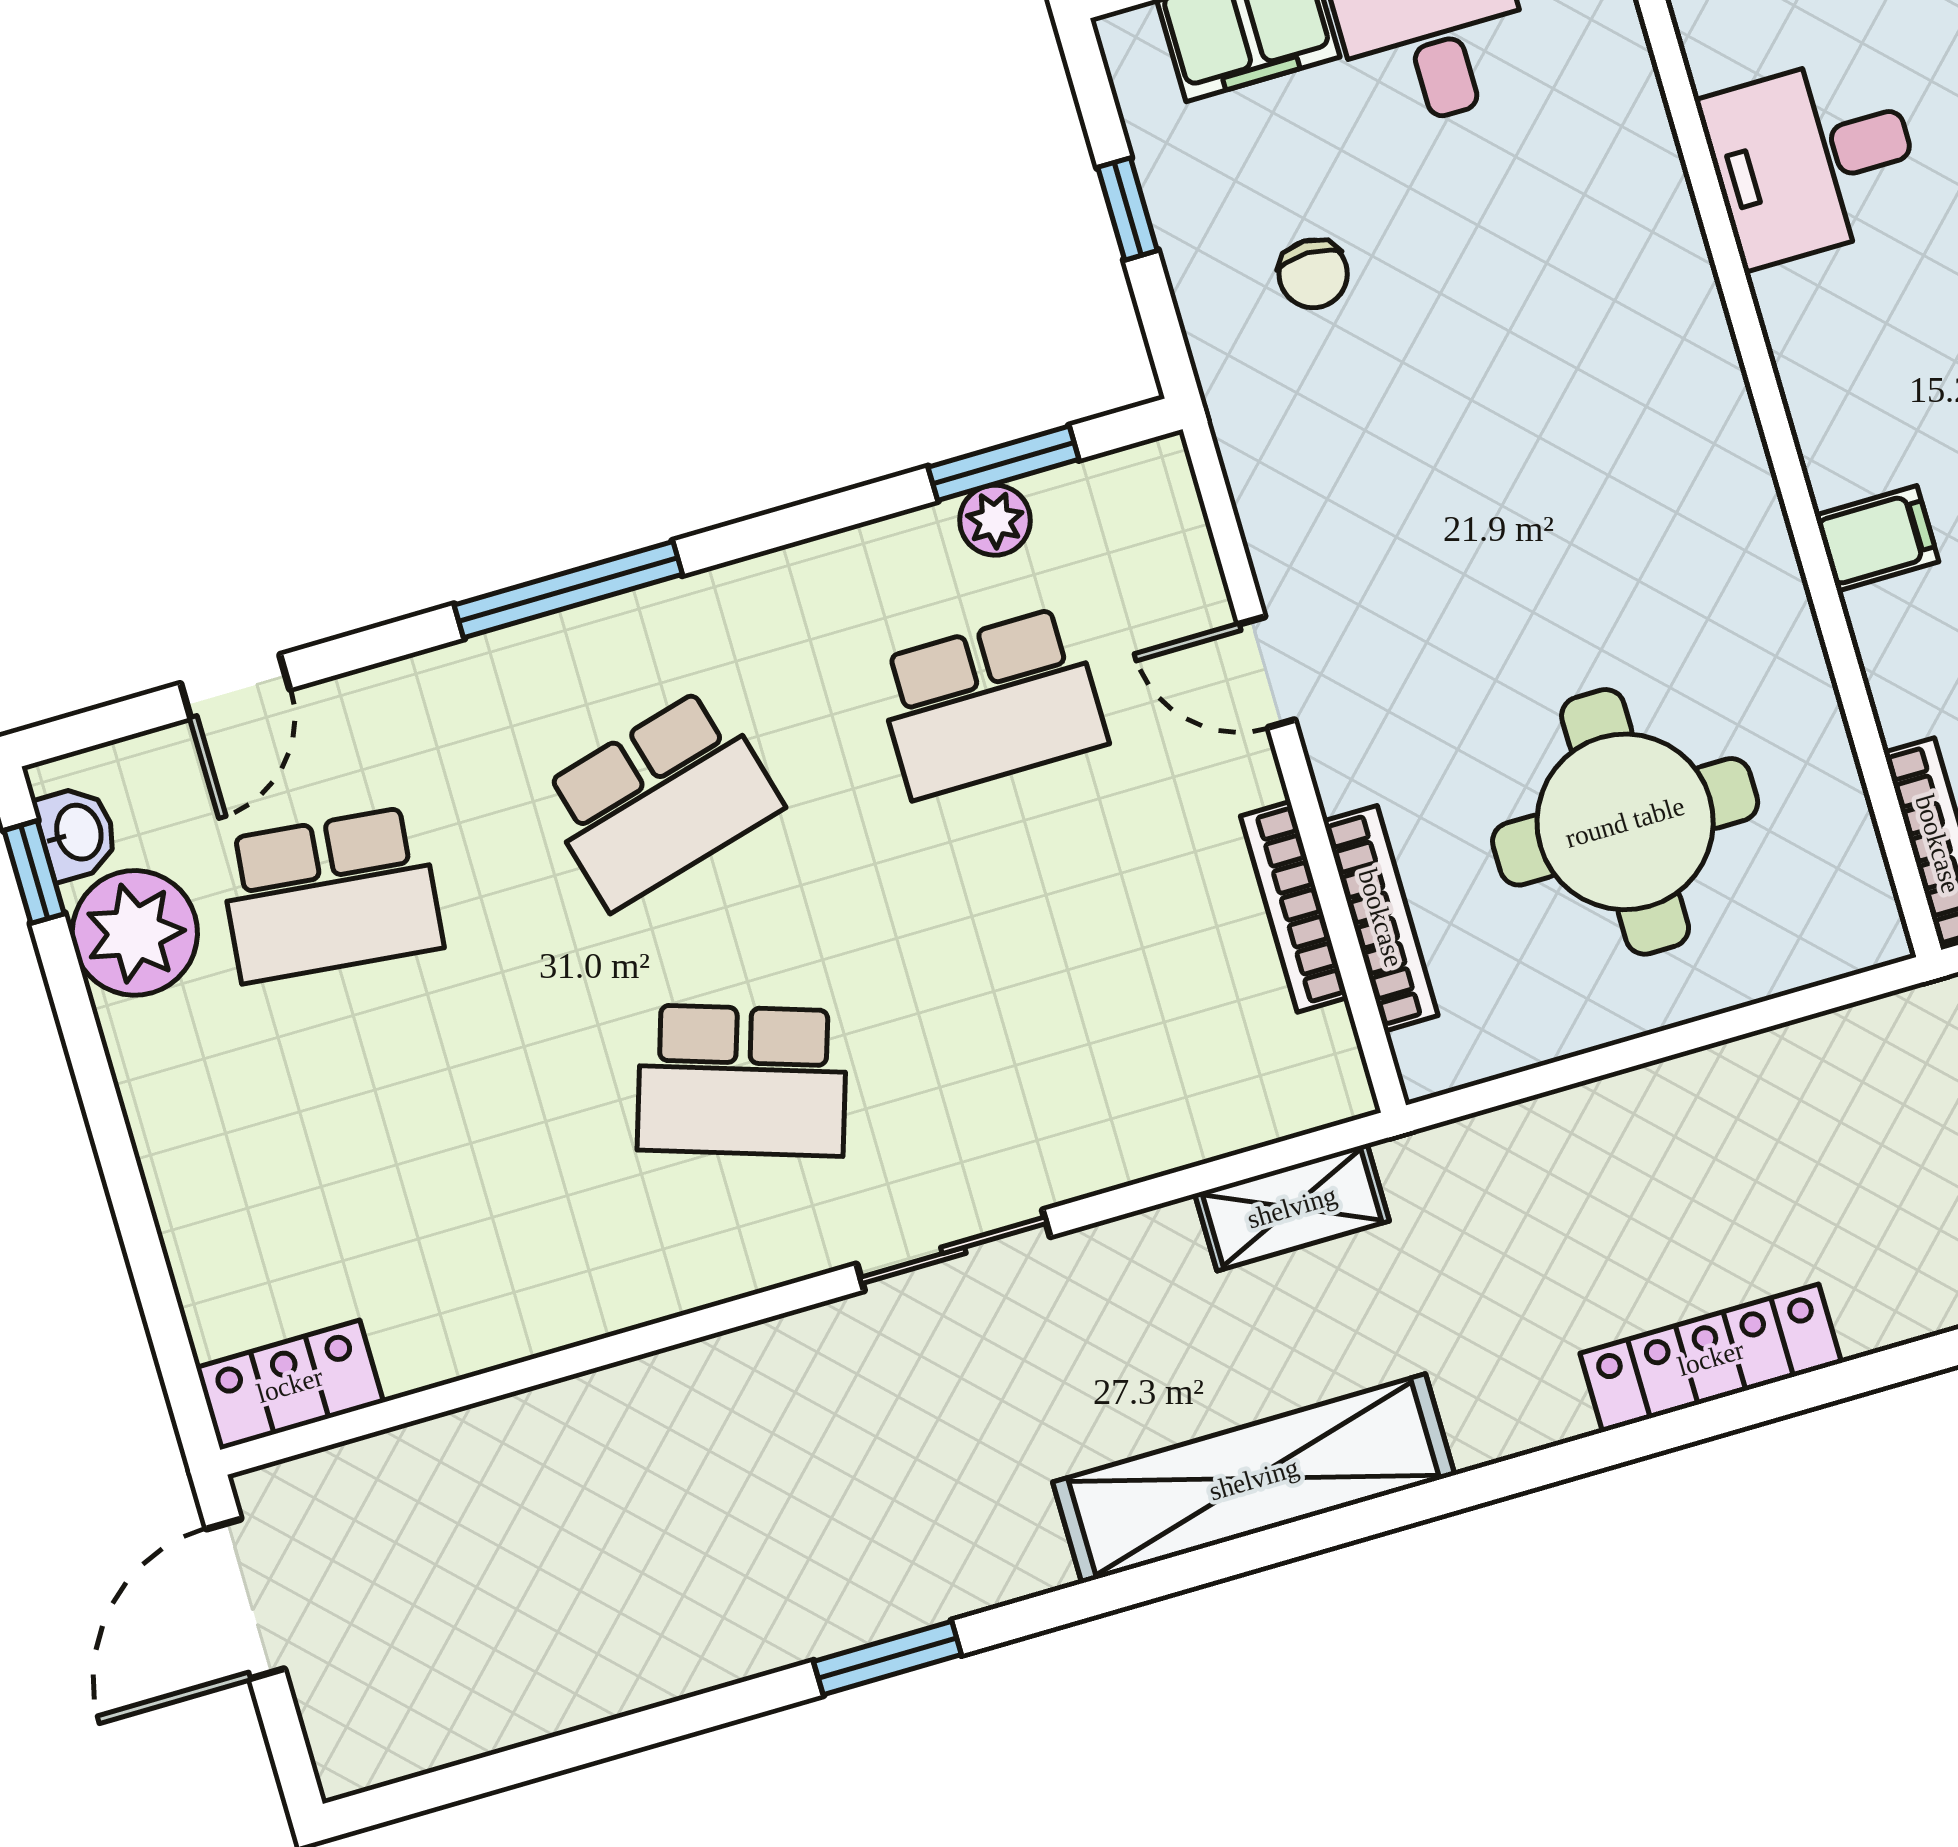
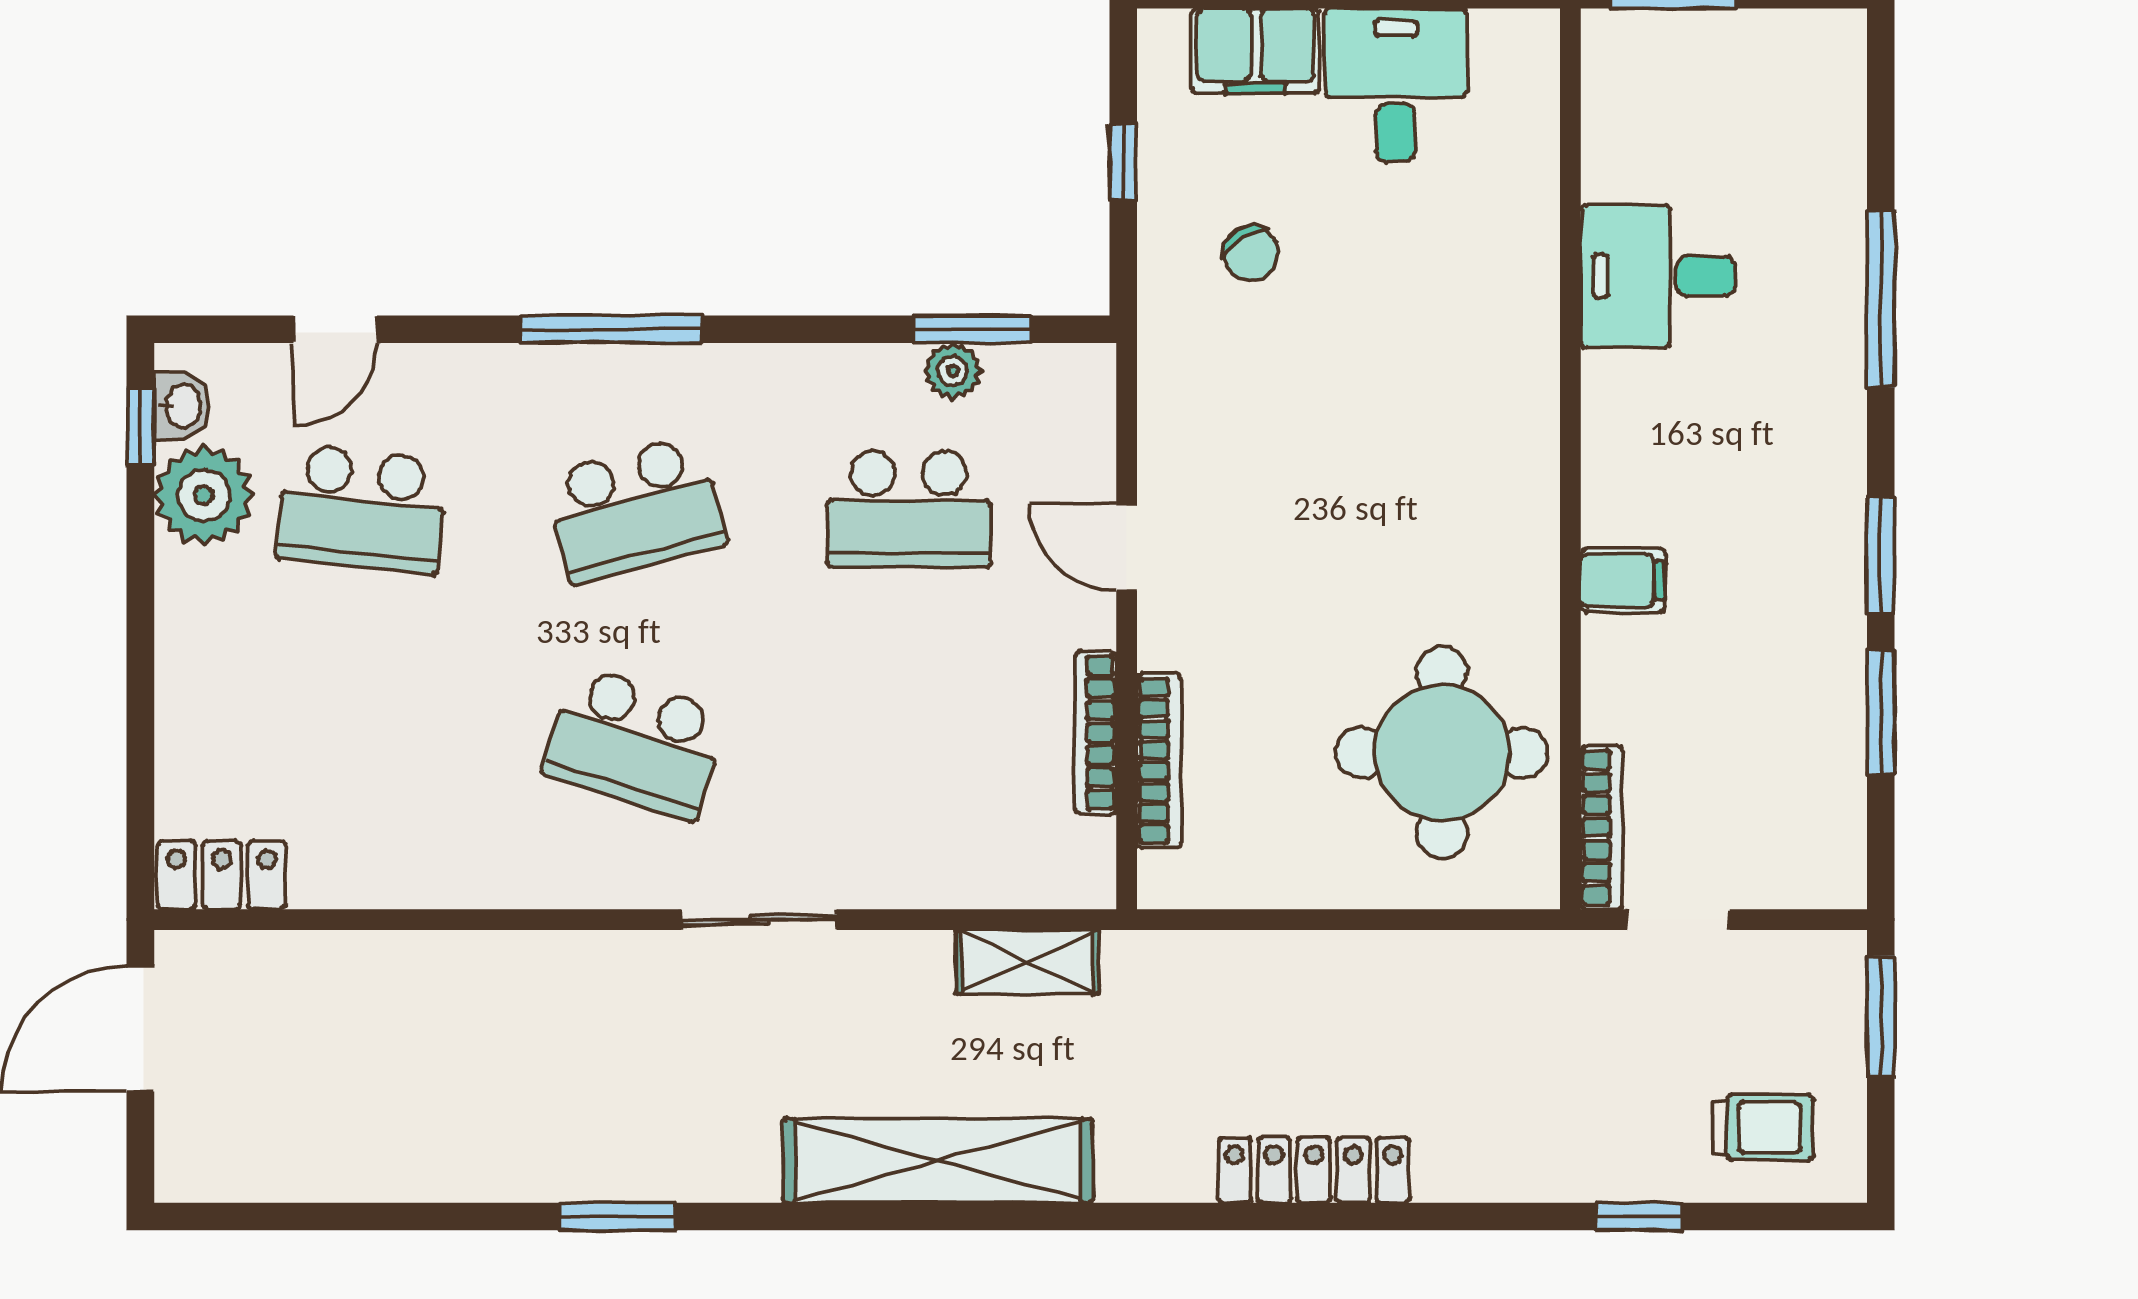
chair: (1313, 274) -> (1251, 253), turned -31
round table: (1625, 822) -> (1442, 753), moved

